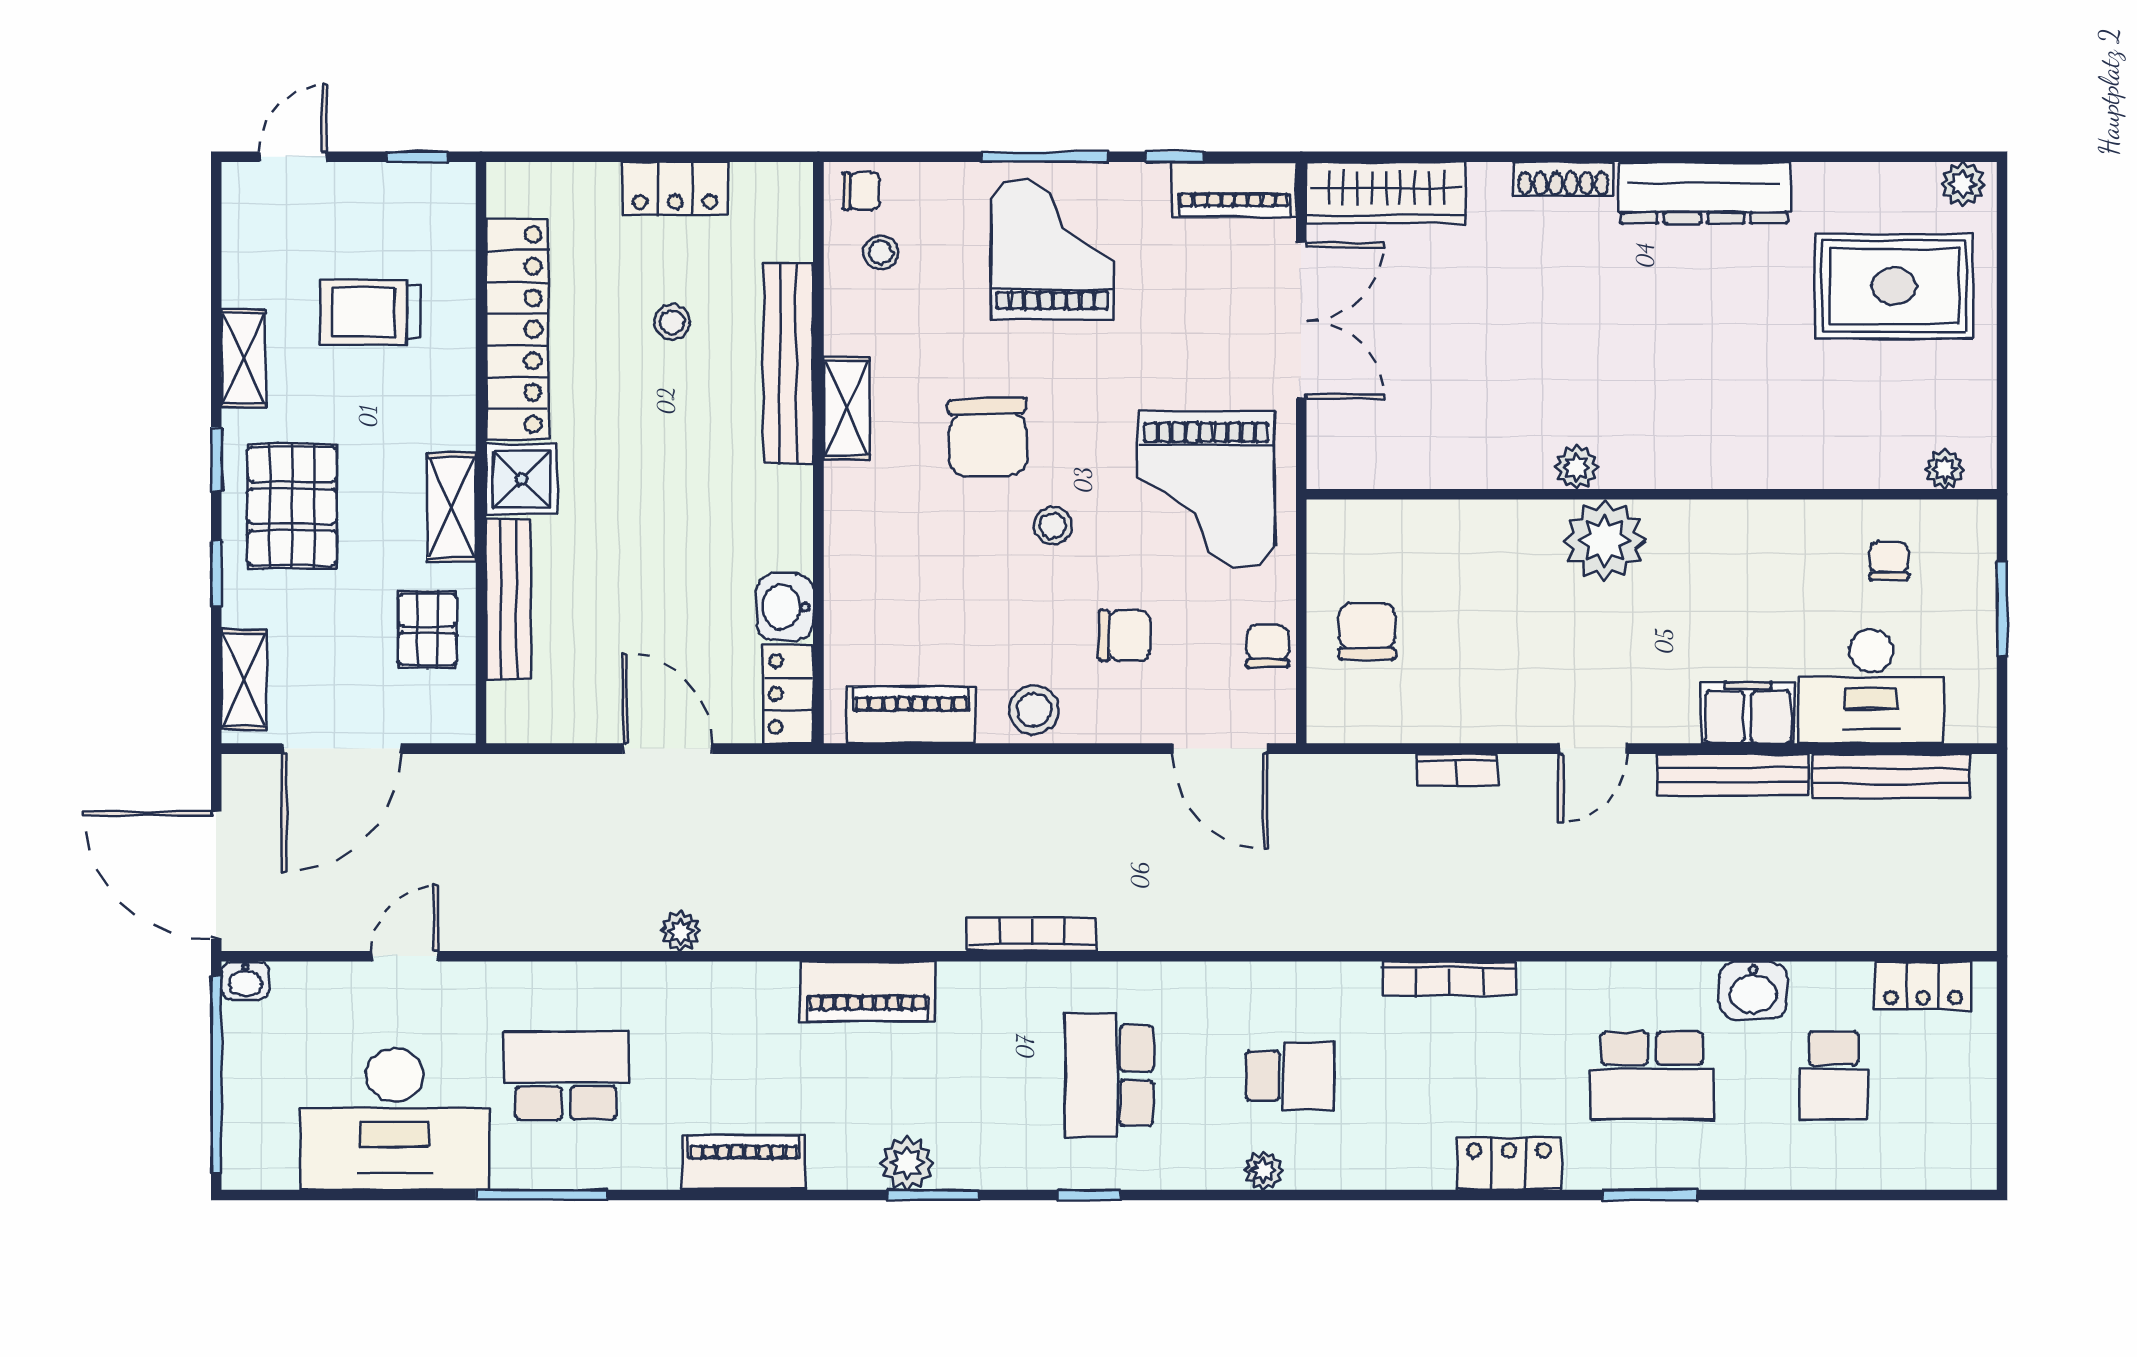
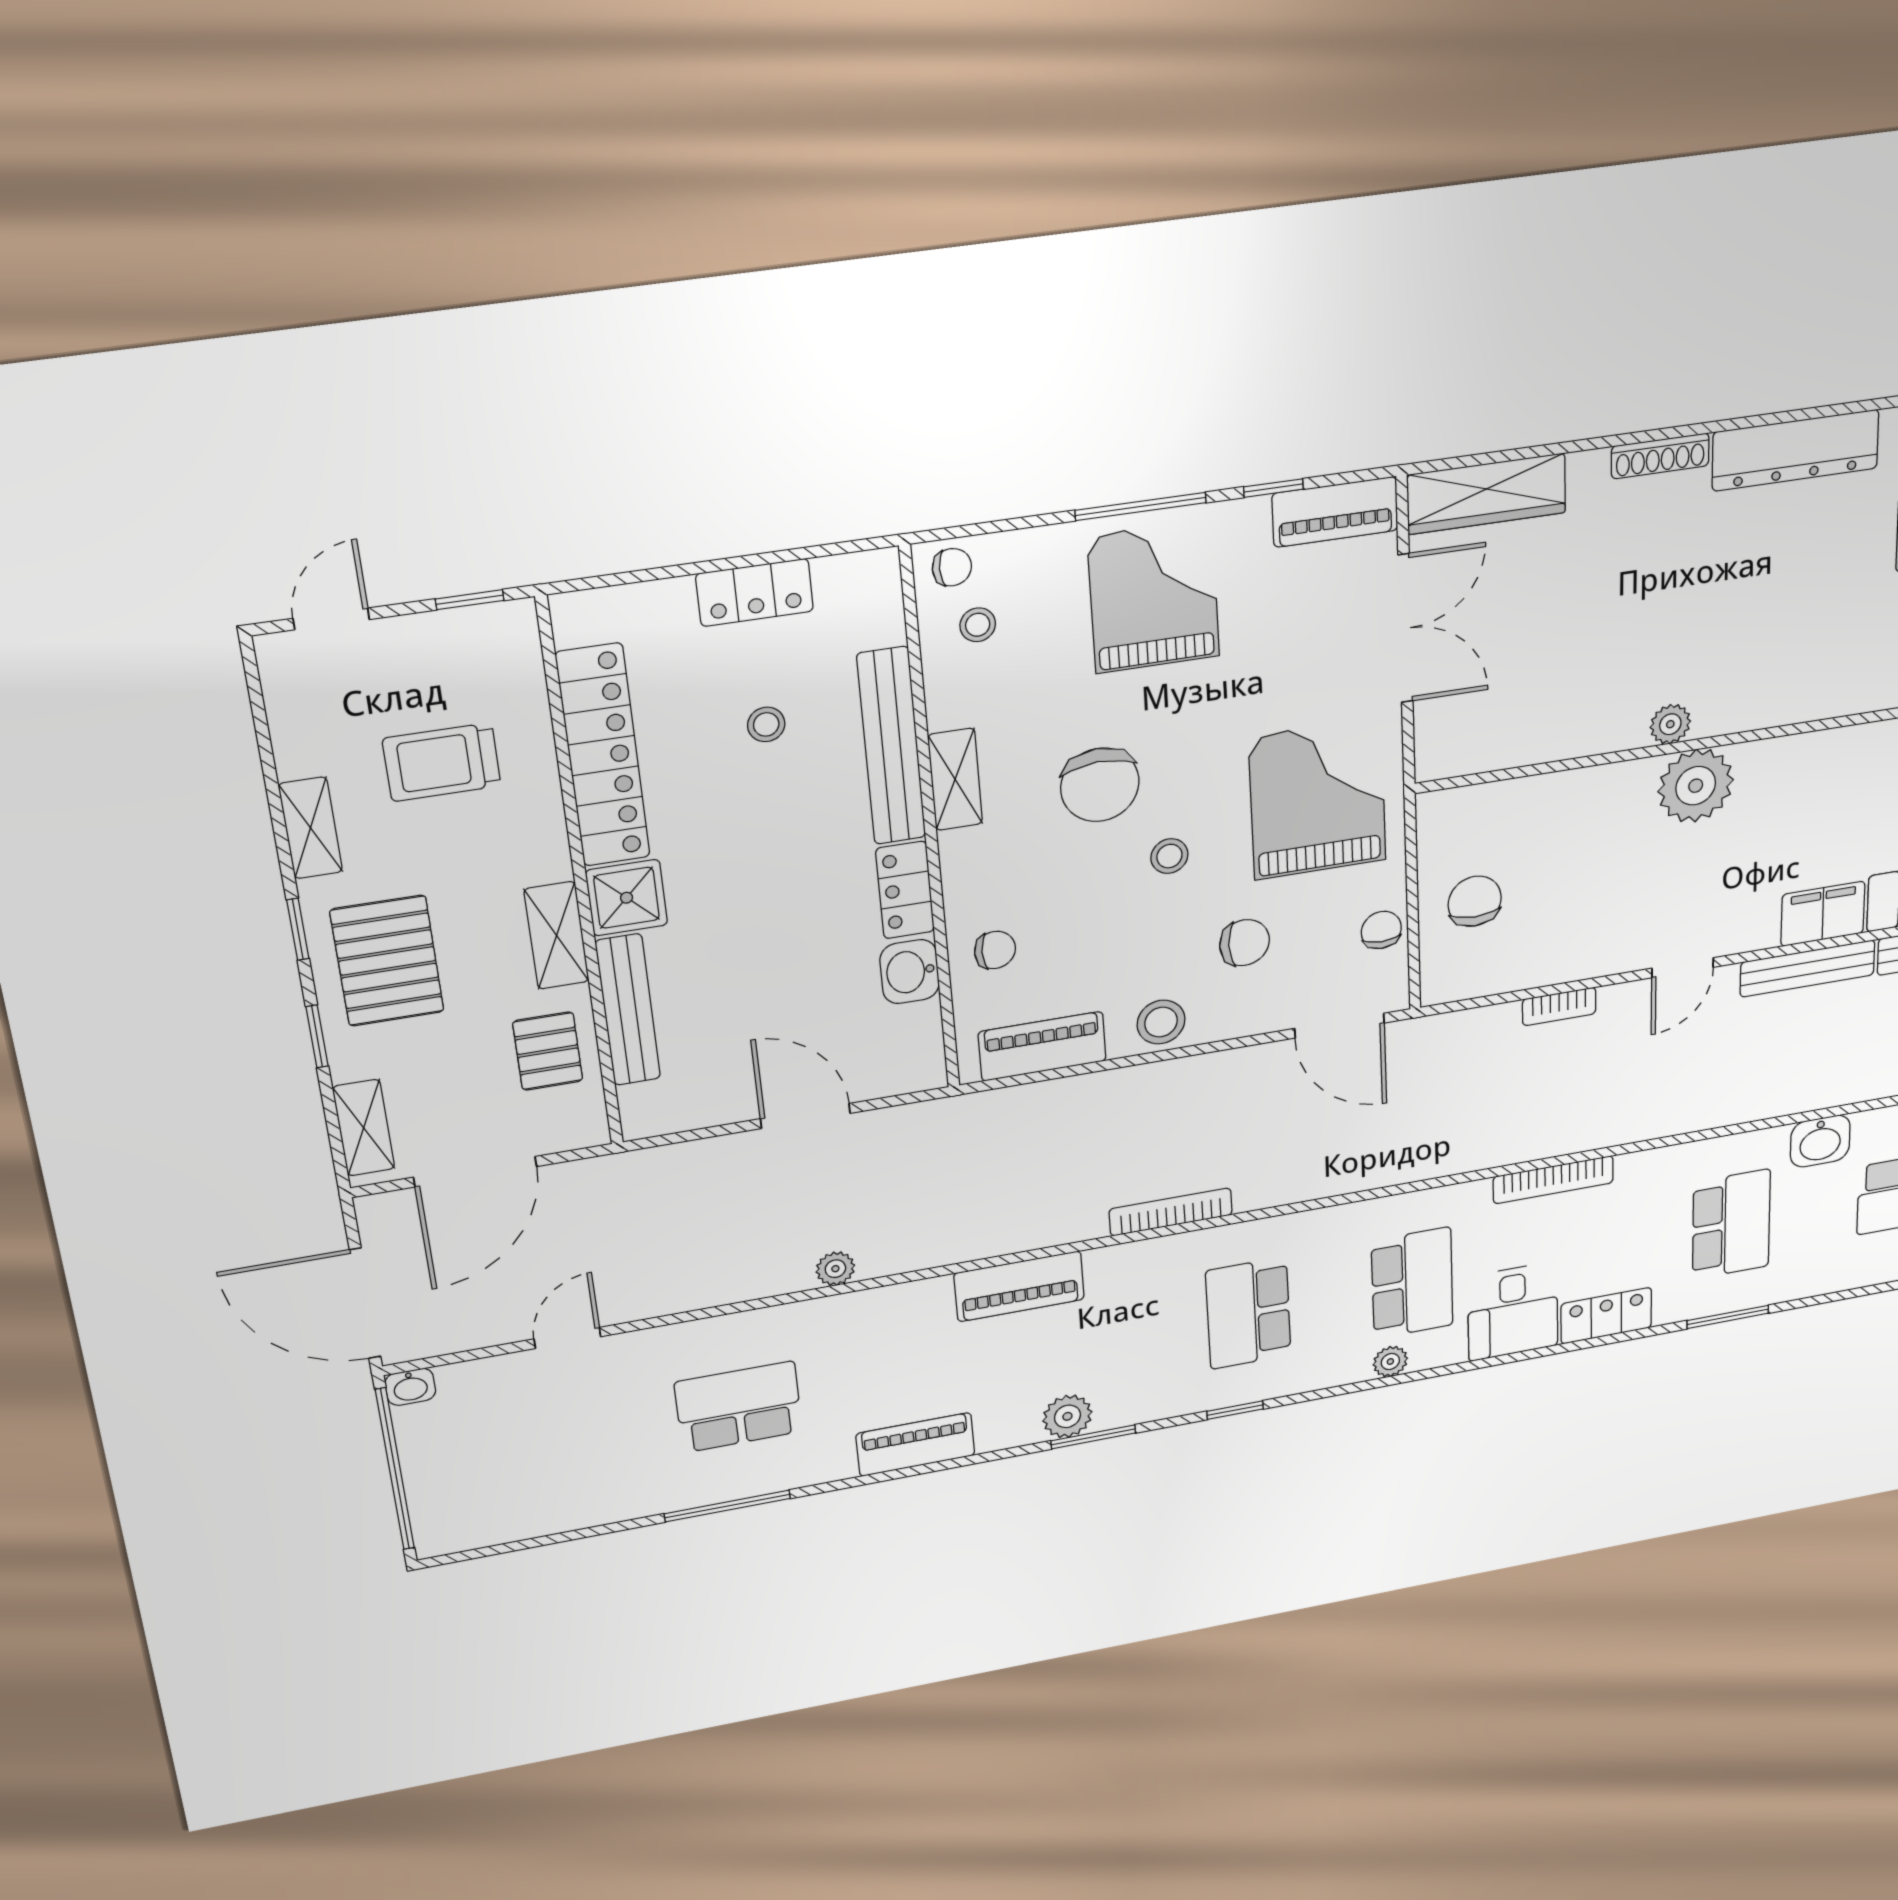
grand piano: (1206, 489) -> (1318, 799), turned 180
chair: (871, 598) -> (995, 950), added
locker: (788, 694) -> (905, 890), moved
school desk: (1290, 1076) -> (1412, 1283), width x1.85
school desk: (1652, 1076) -> (1731, 1224), turned -90
desk: (395, 1119) -> (1513, 1311), moved, width x0.53, depth x0.77

